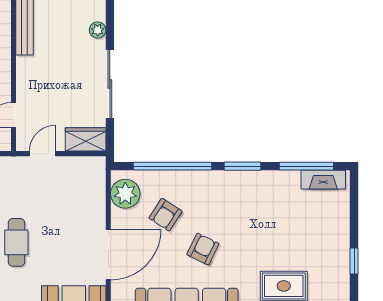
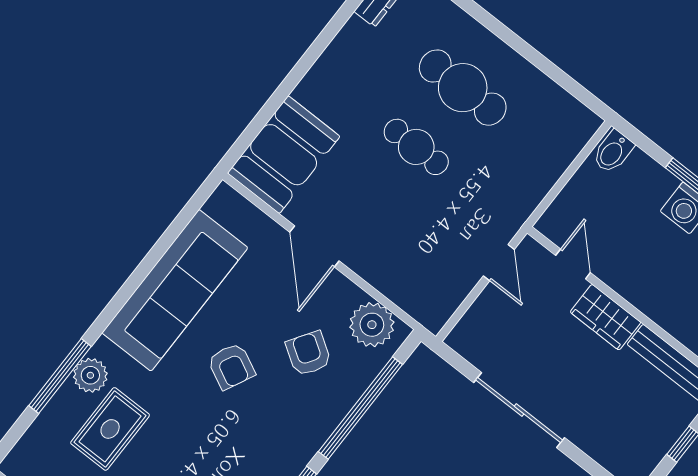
plant: (98, 30) -> (596, 446), removed
wardrobe: (86, 139) -> (606, 317), moved, turned 90
door: (108, 255) -> (314, 246), width x0.73

